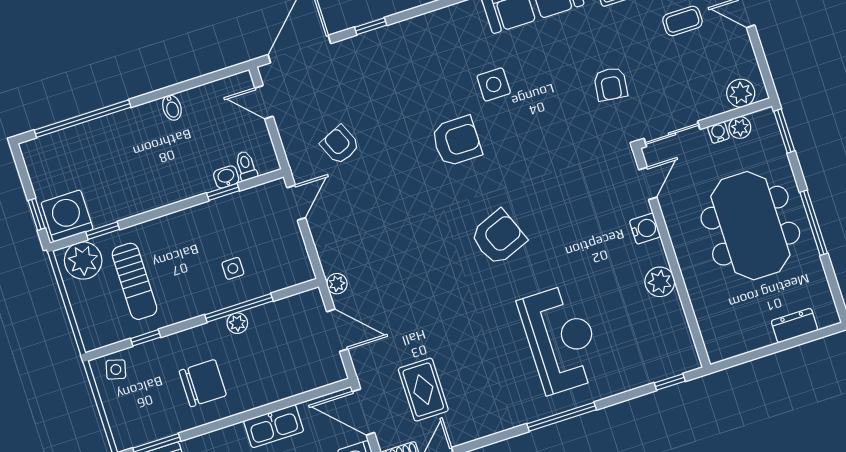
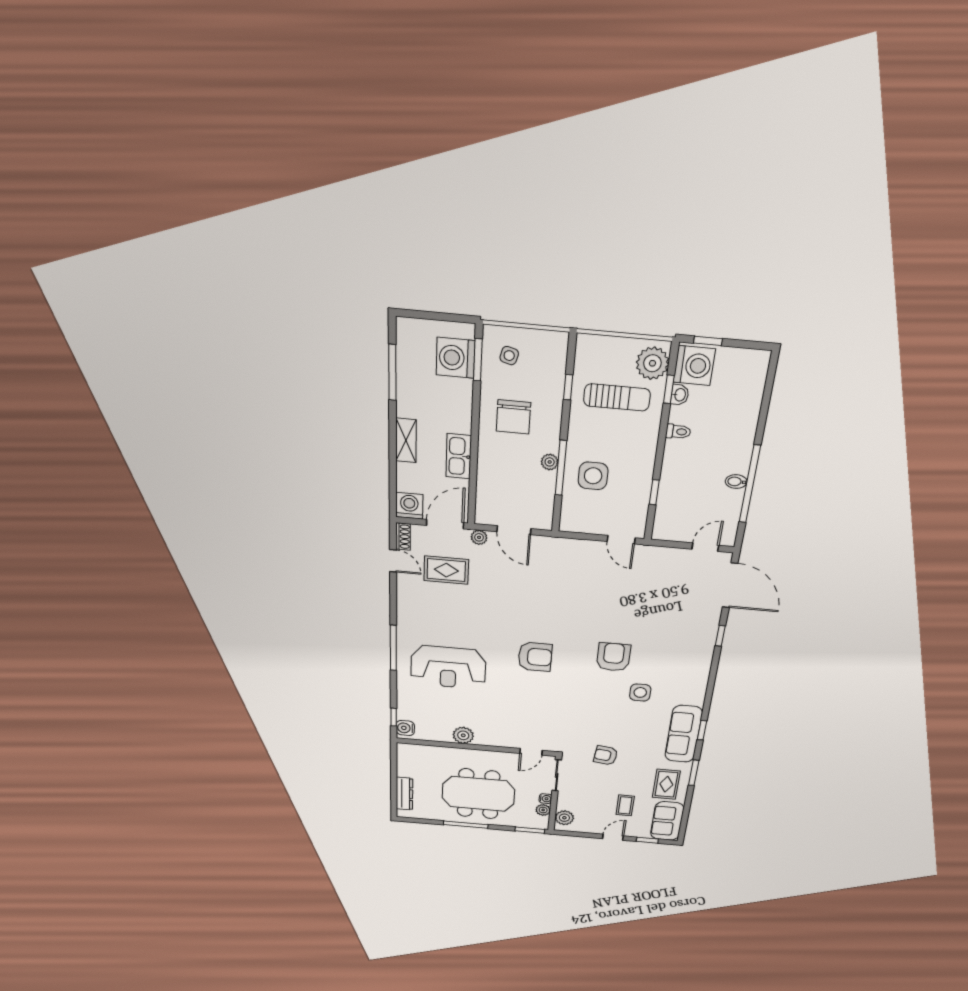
window: (83, 119) -> (750, 484), moved
armchair: (457, 141) -> (613, 657), turned 180
armchair: (340, 145) -> (648, 585), removed
toilet: (246, 166) -> (678, 432), moved
washbasin: (226, 177) -> (680, 395), moved
door: (648, 183) -> (531, 752), hinge flipped
water cooler: (645, 229) -> (405, 728), moved, turned 90
armchair: (498, 237) -> (535, 657), turned -68
side table: (233, 268) -> (593, 476), width x1.87, depth x1.87
sun lounger: (134, 281) -> (617, 397), turned 180
plant: (337, 284) -> (479, 537), moved
dresser: (795, 325) -> (404, 794), width x1.44
door: (337, 330) -> (514, 530), hinge flipped
side table: (116, 369) -> (509, 356), moved

